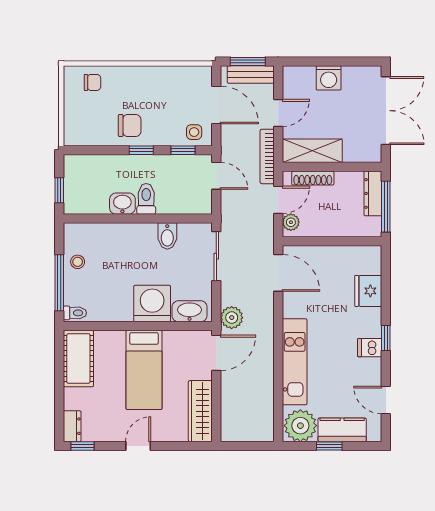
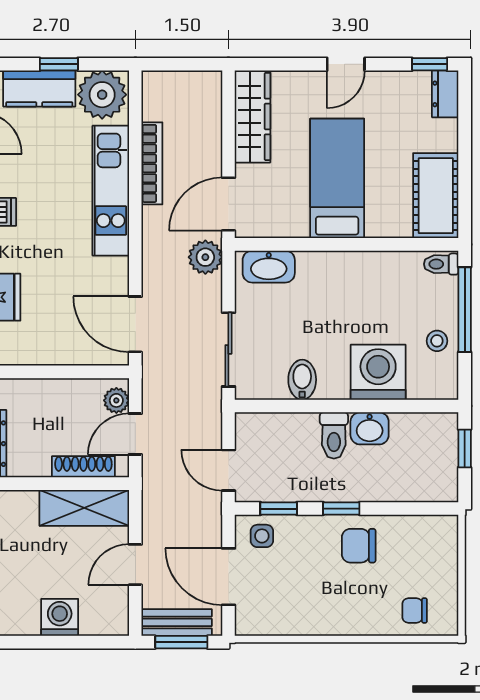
bookcase: (267, 156) -> (152, 163), moved
washing machine: (152, 304) -> (378, 372), moved, turned 180

